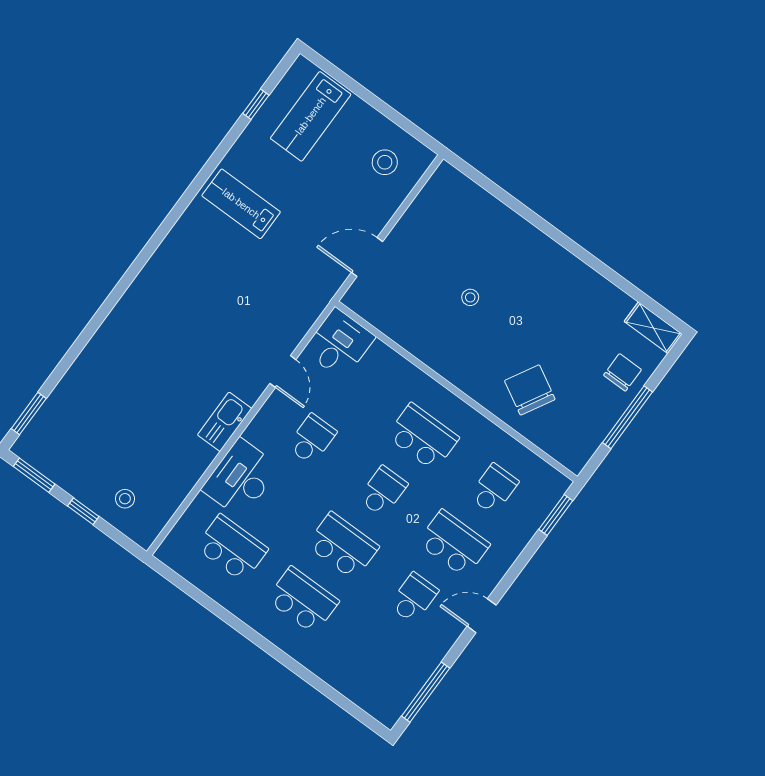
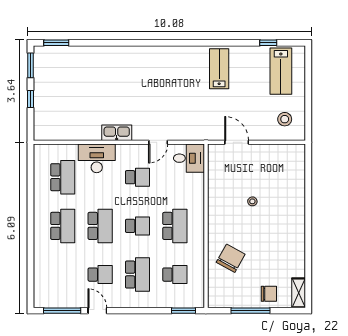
lab bench: (311, 116) -> (281, 71), turned -90
stool: (125, 499) -> (50, 114), removed
door: (482, 616) -> (97, 311), moved

